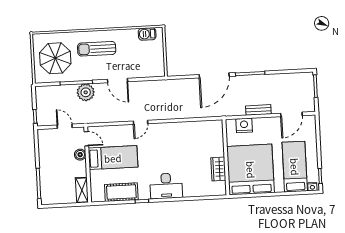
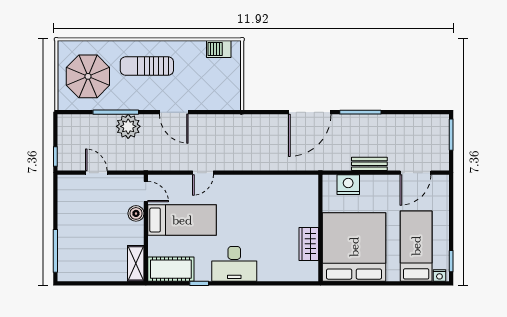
door: (86, 139) -> (146, 192), moved
boiler: (80, 155) -> (136, 213), moved
bed: (113, 158) -> (182, 220), moved
wall: (88, 165) -> (146, 228), moved
shelving: (82, 190) -> (136, 263), moved

